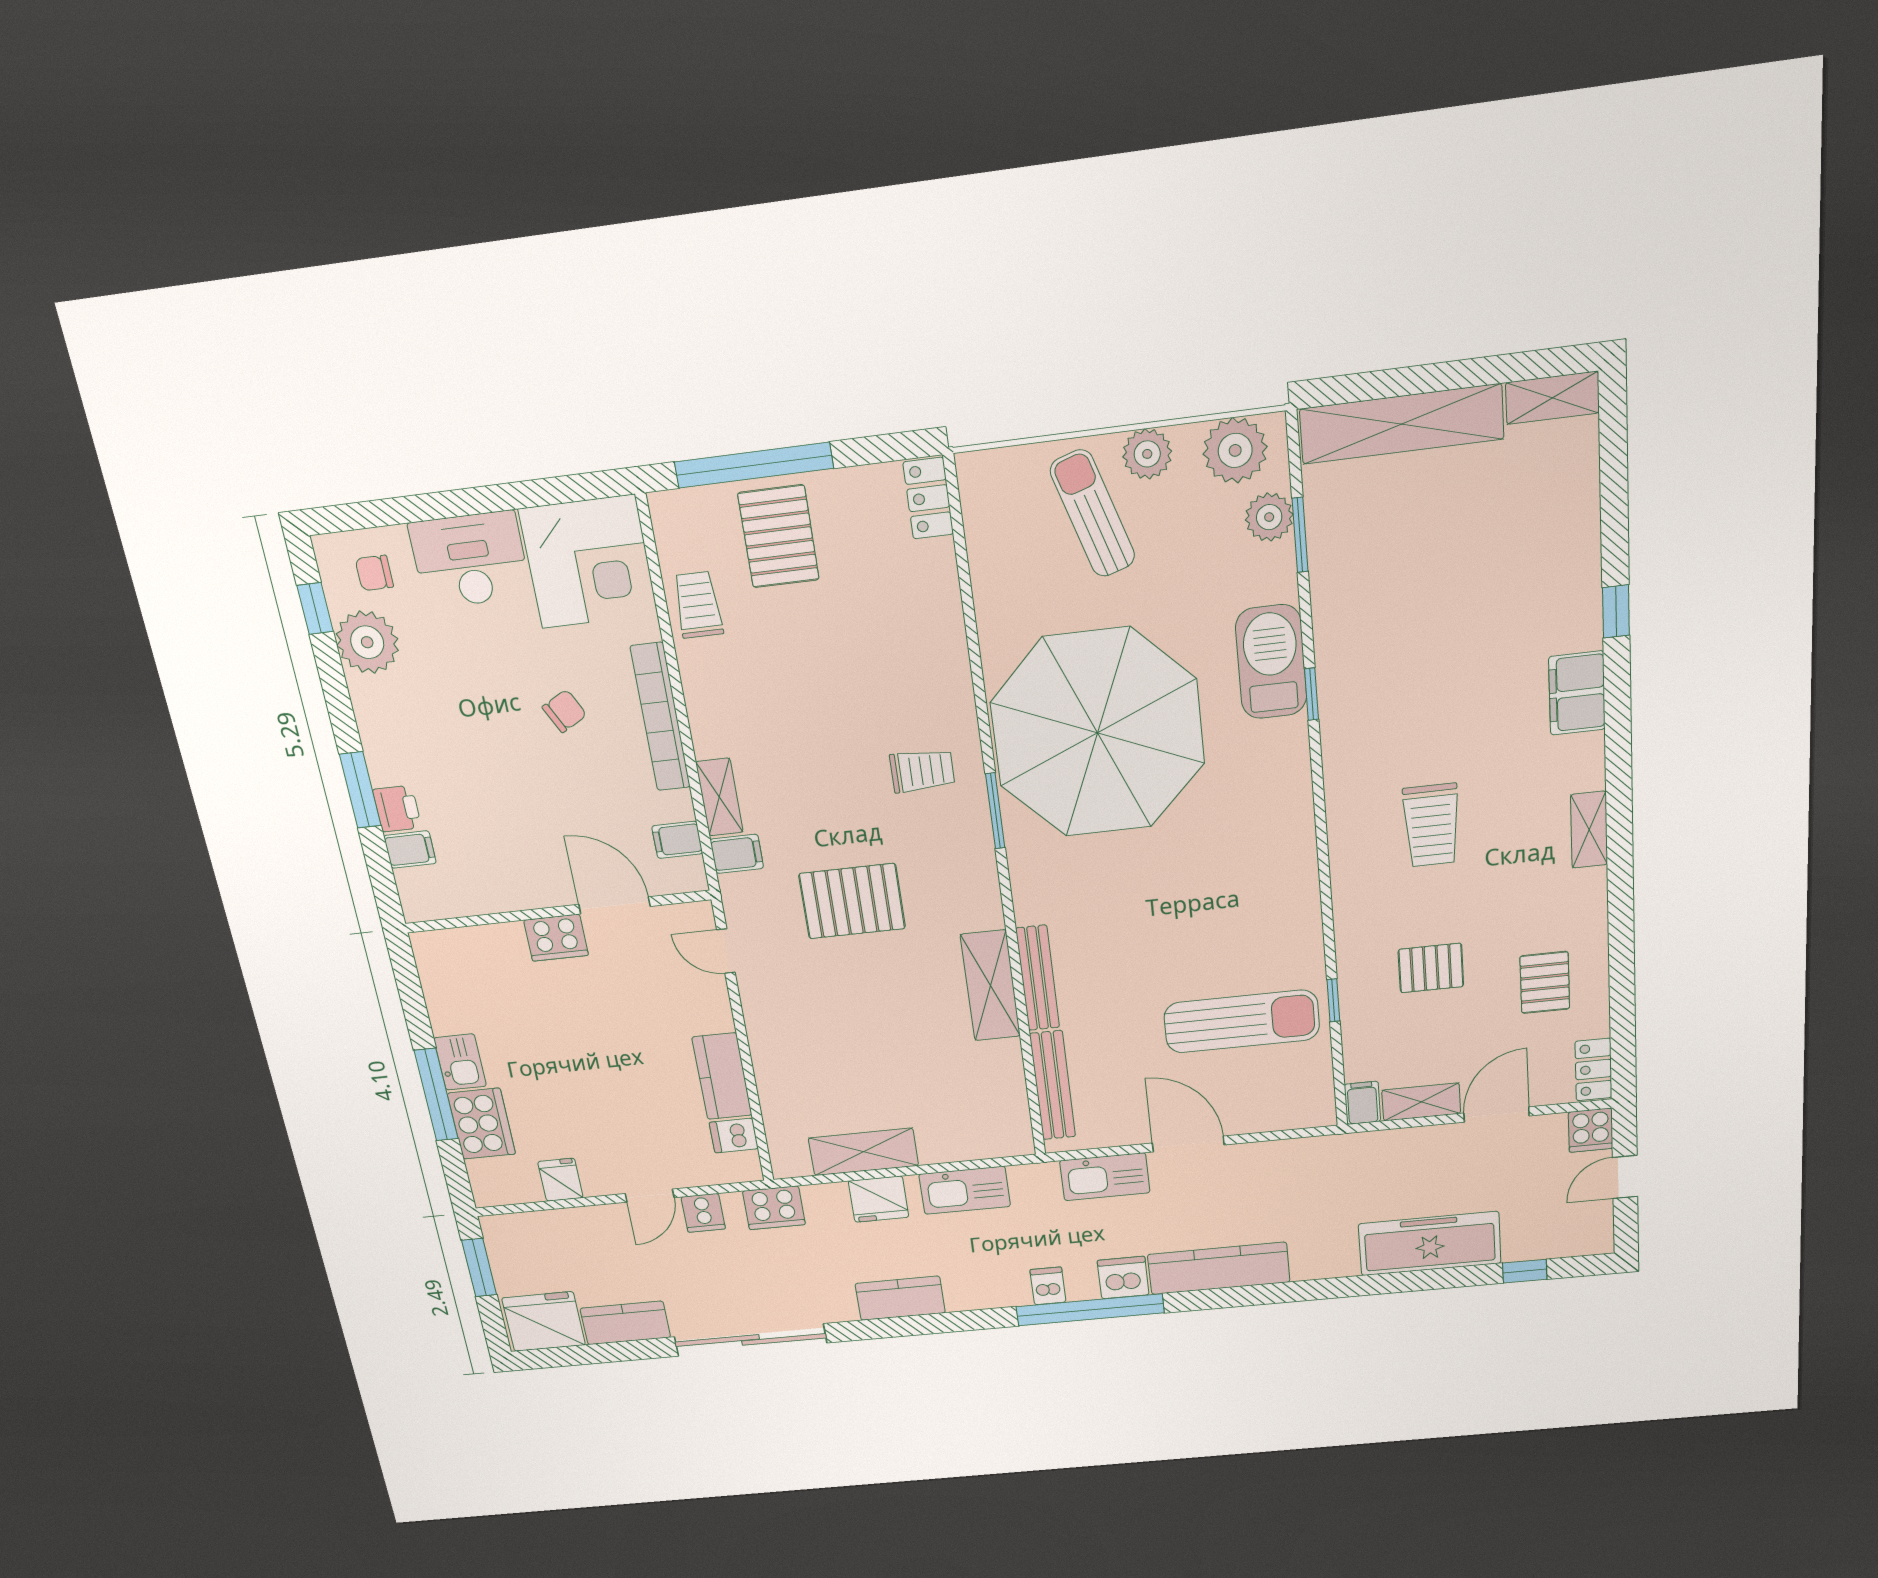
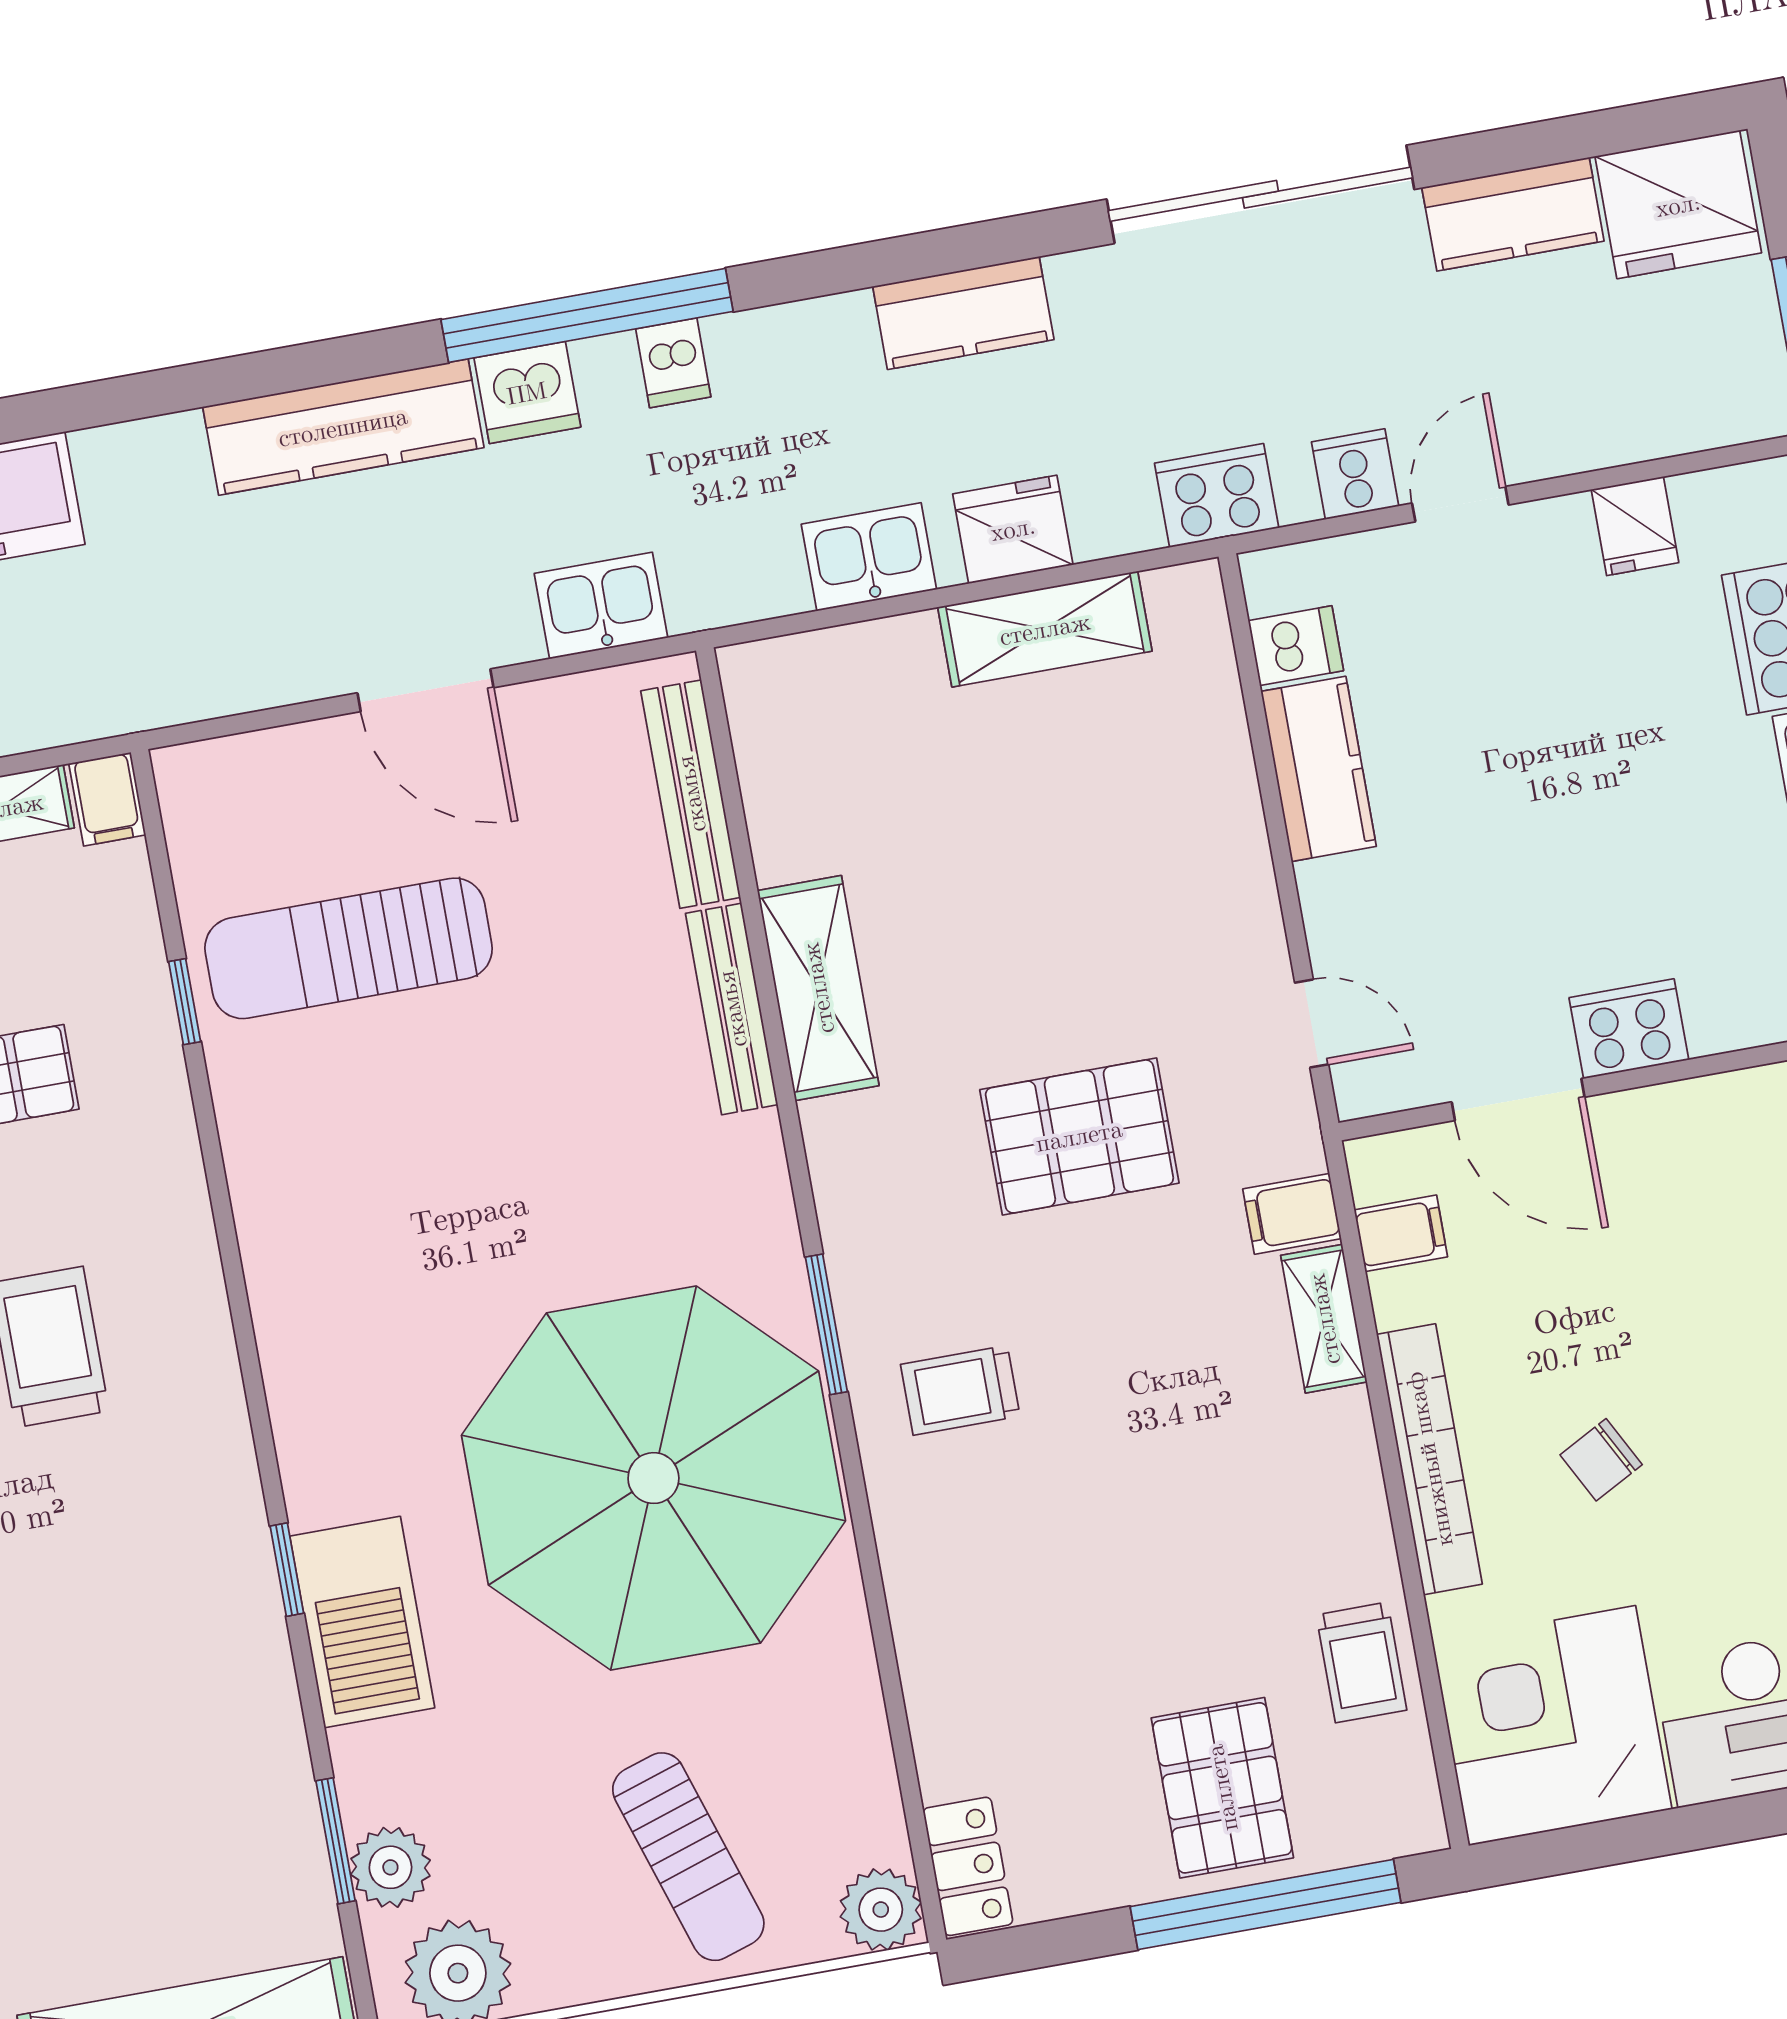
plant: (1147, 454) -> (881, 1910), moved
kitchen sink: (1105, 1177) -> (601, 606), width x0.73
kitchen sink: (965, 1190) -> (869, 557), width x0.73

